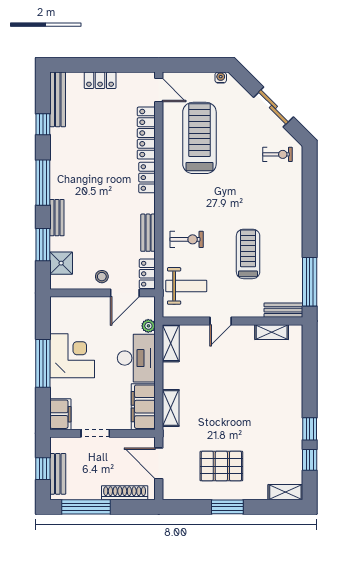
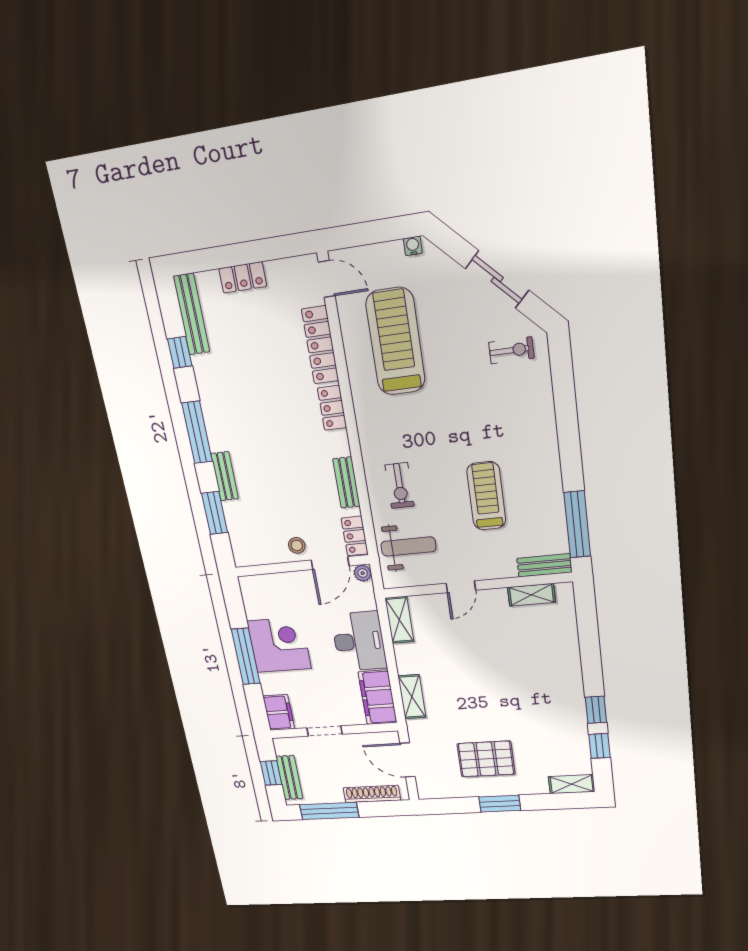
exercise bike: (187, 239) -> (399, 486), turned 90
shower: (61, 263) -> (242, 534), removed
plant: (148, 326) -> (363, 573), moved

